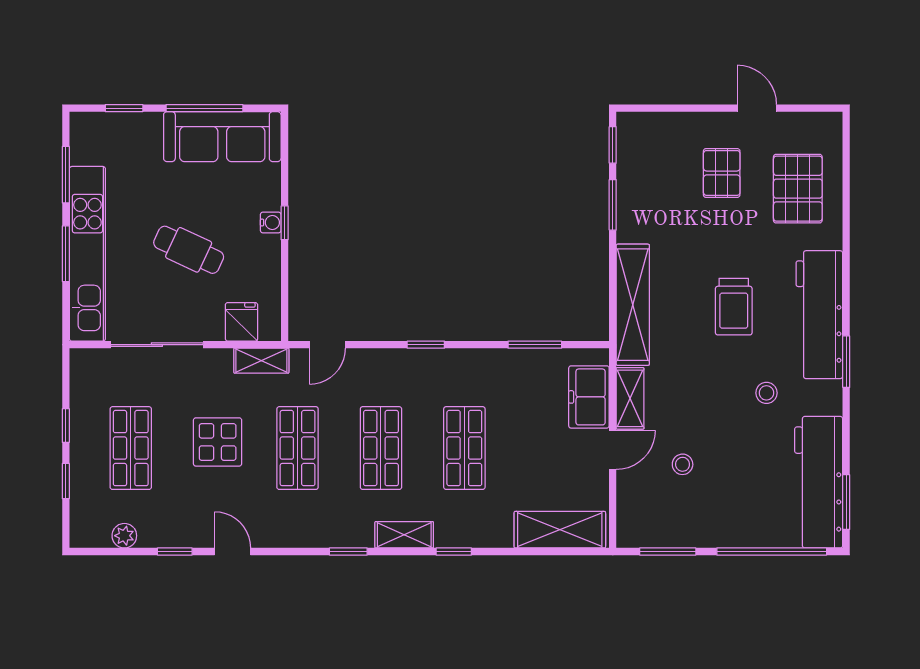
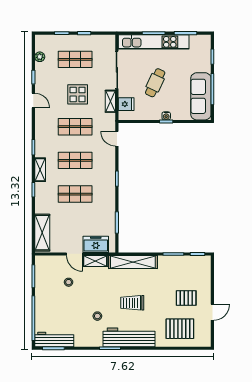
shelving: (261, 361) -> (110, 101), moved
workbench: (819, 482) -> (54, 339), width x0.73, depth x0.76
door: (233, 552) -> (33, 100), hinge flipped

